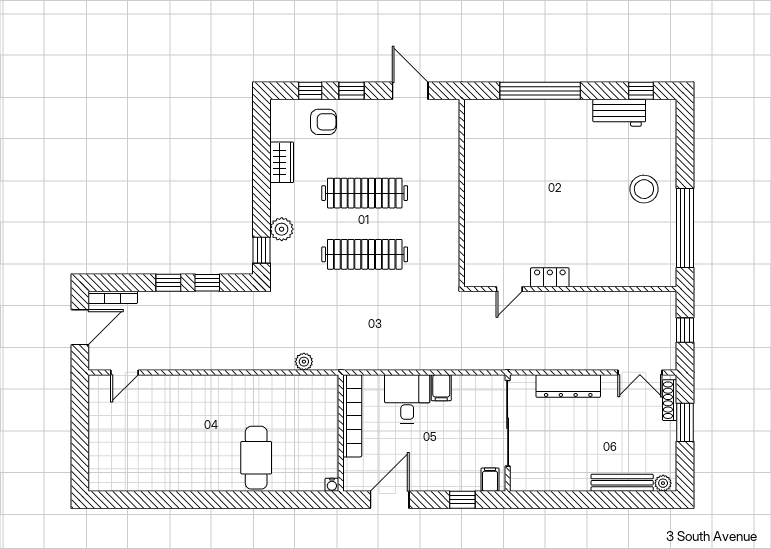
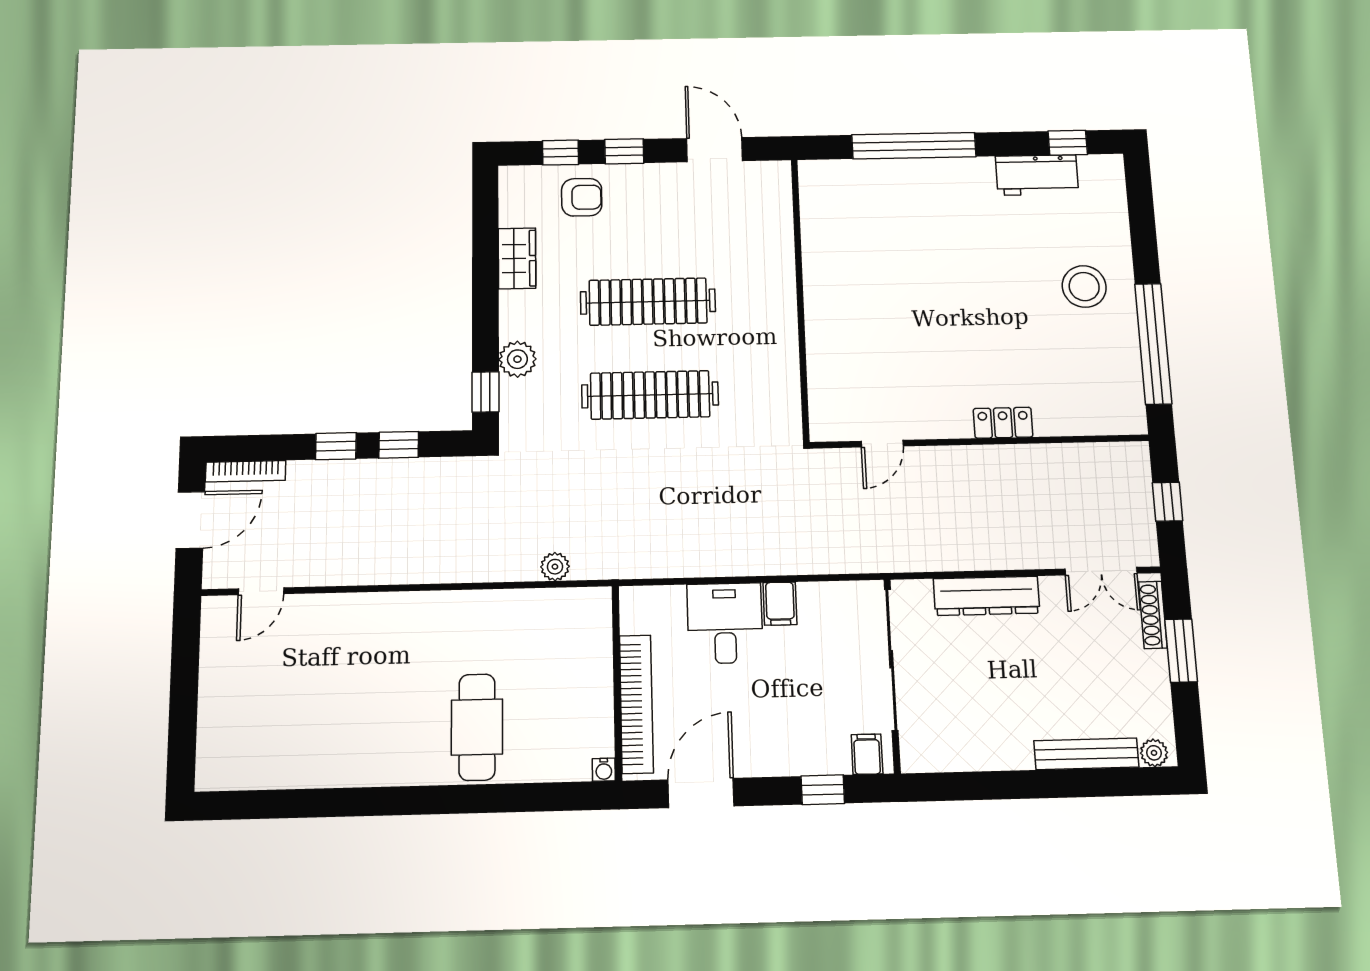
locker: (550, 277) -> (1003, 423), moved
bookcase: (352, 416) -> (636, 704), moved

